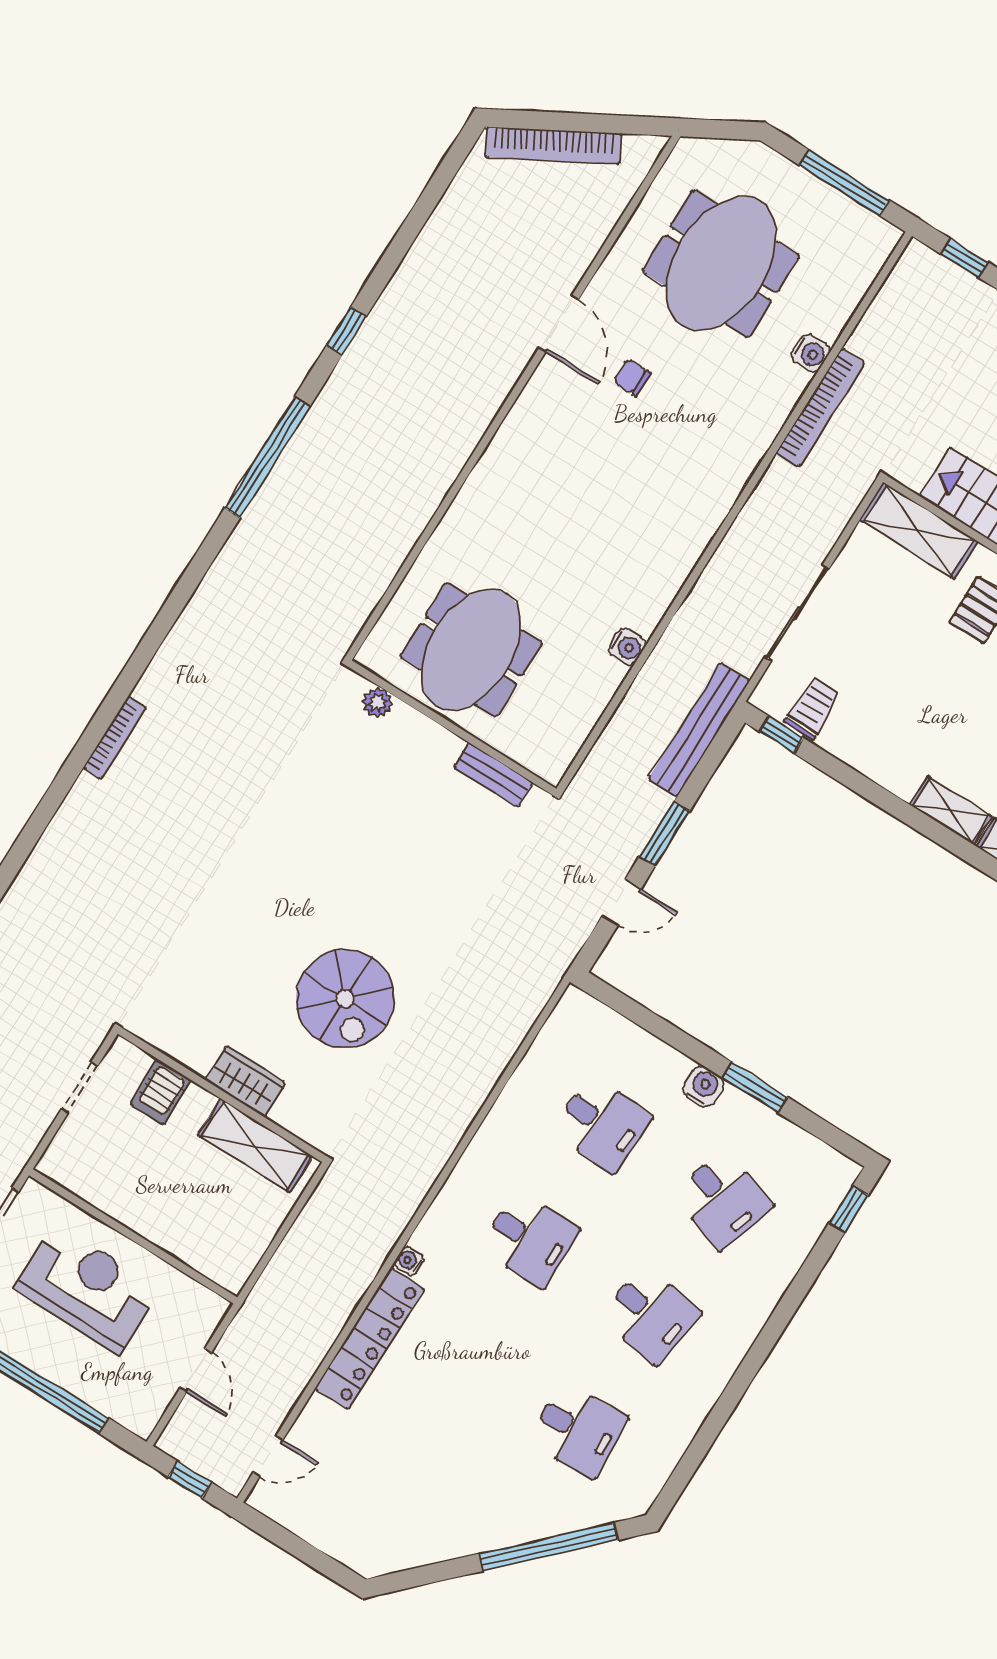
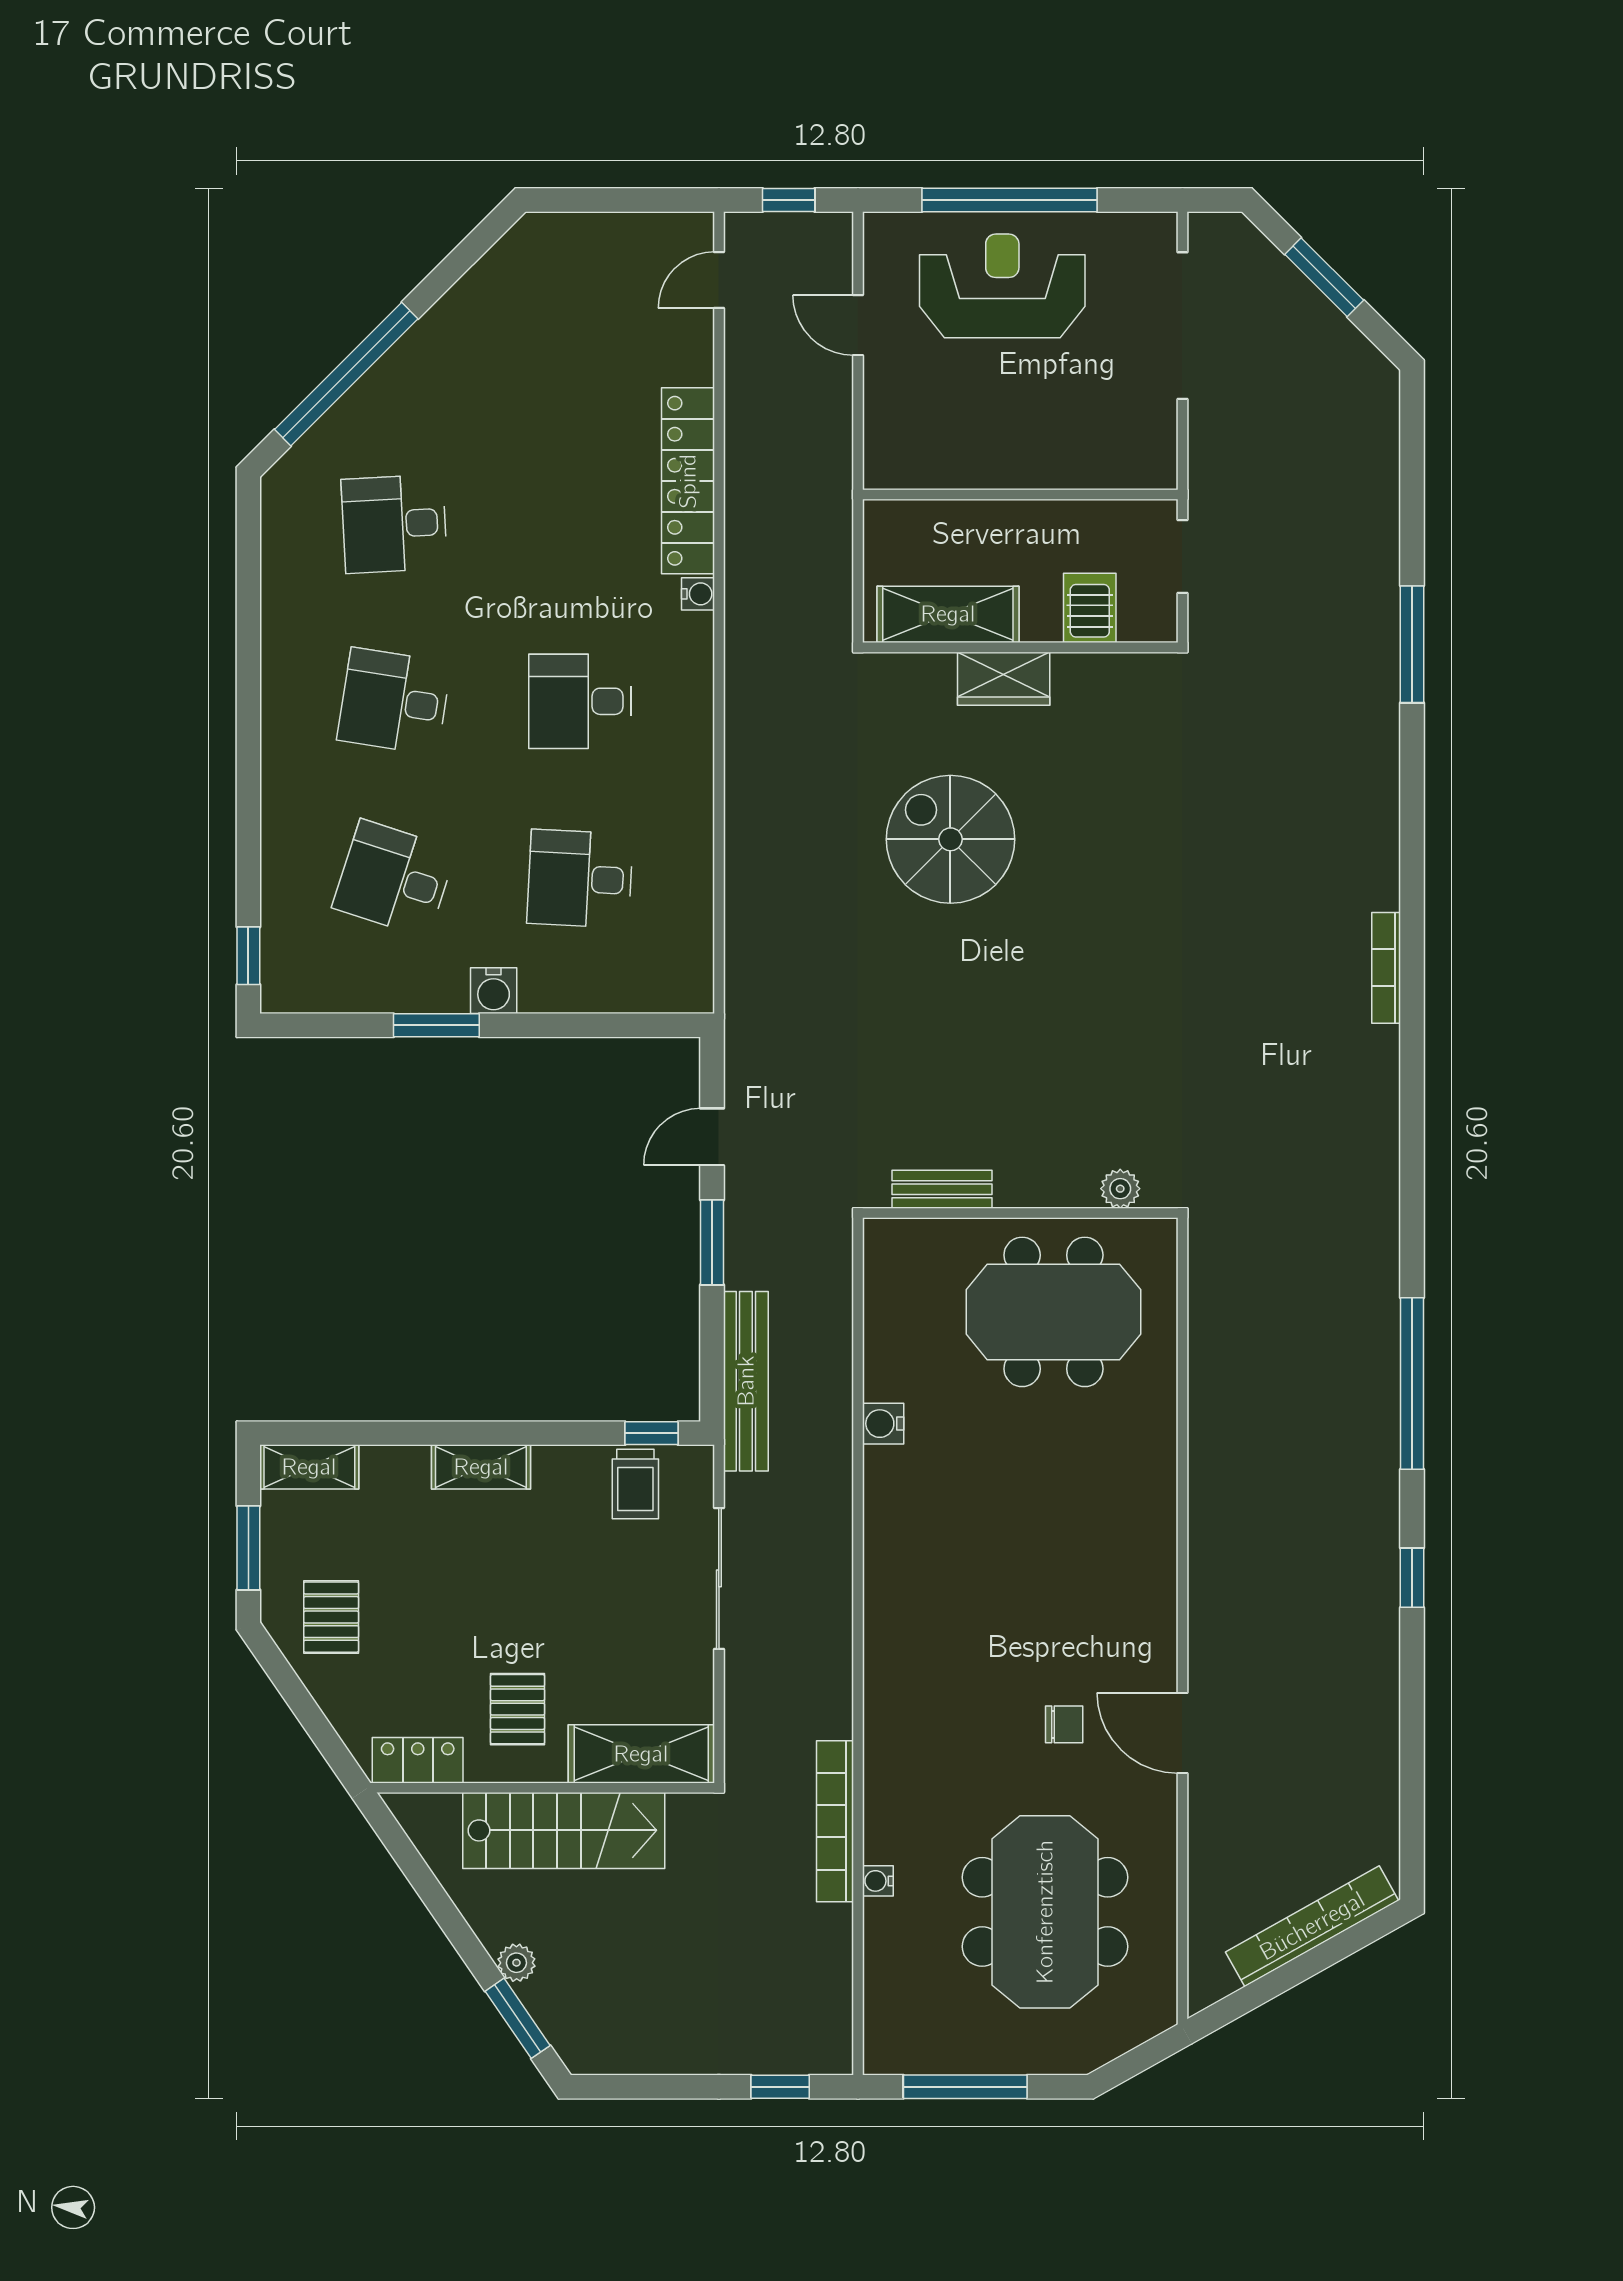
water cooler: (811, 353) -> (878, 1881), width x0.72, depth x0.72
meeting table: (471, 650) -> (1053, 1312), turned 90
shelving: (951, 810) -> (481, 1467), moved
wall: (133, 1236) -> (1020, 494), moved
reception desk: (87, 1288) -> (1002, 286), moved, turned 180

